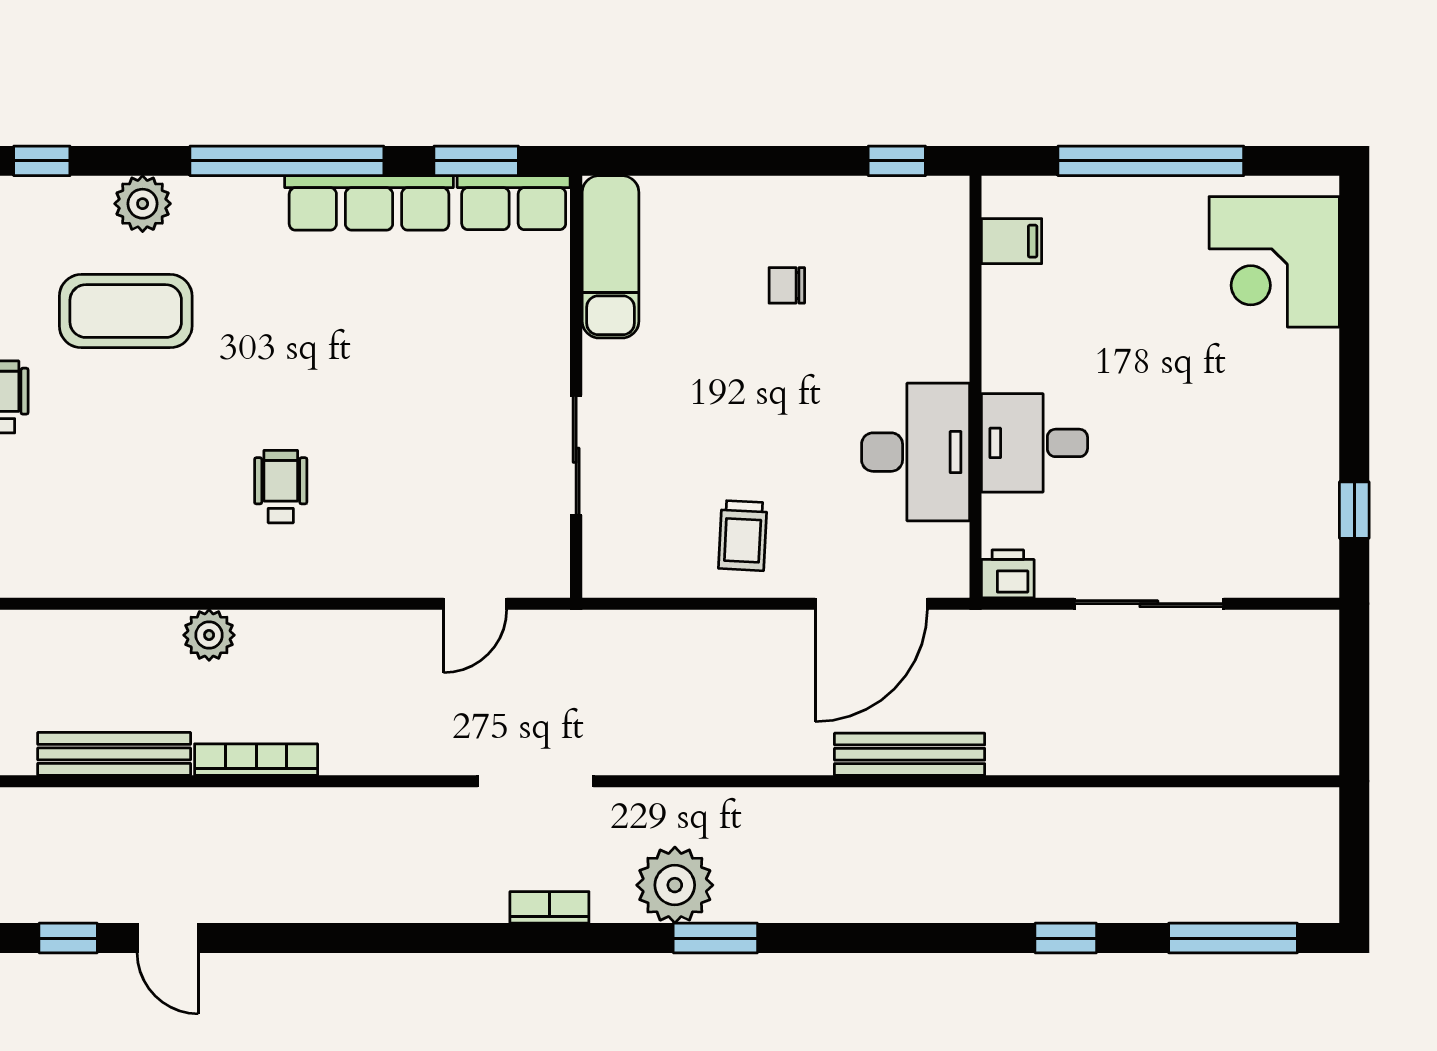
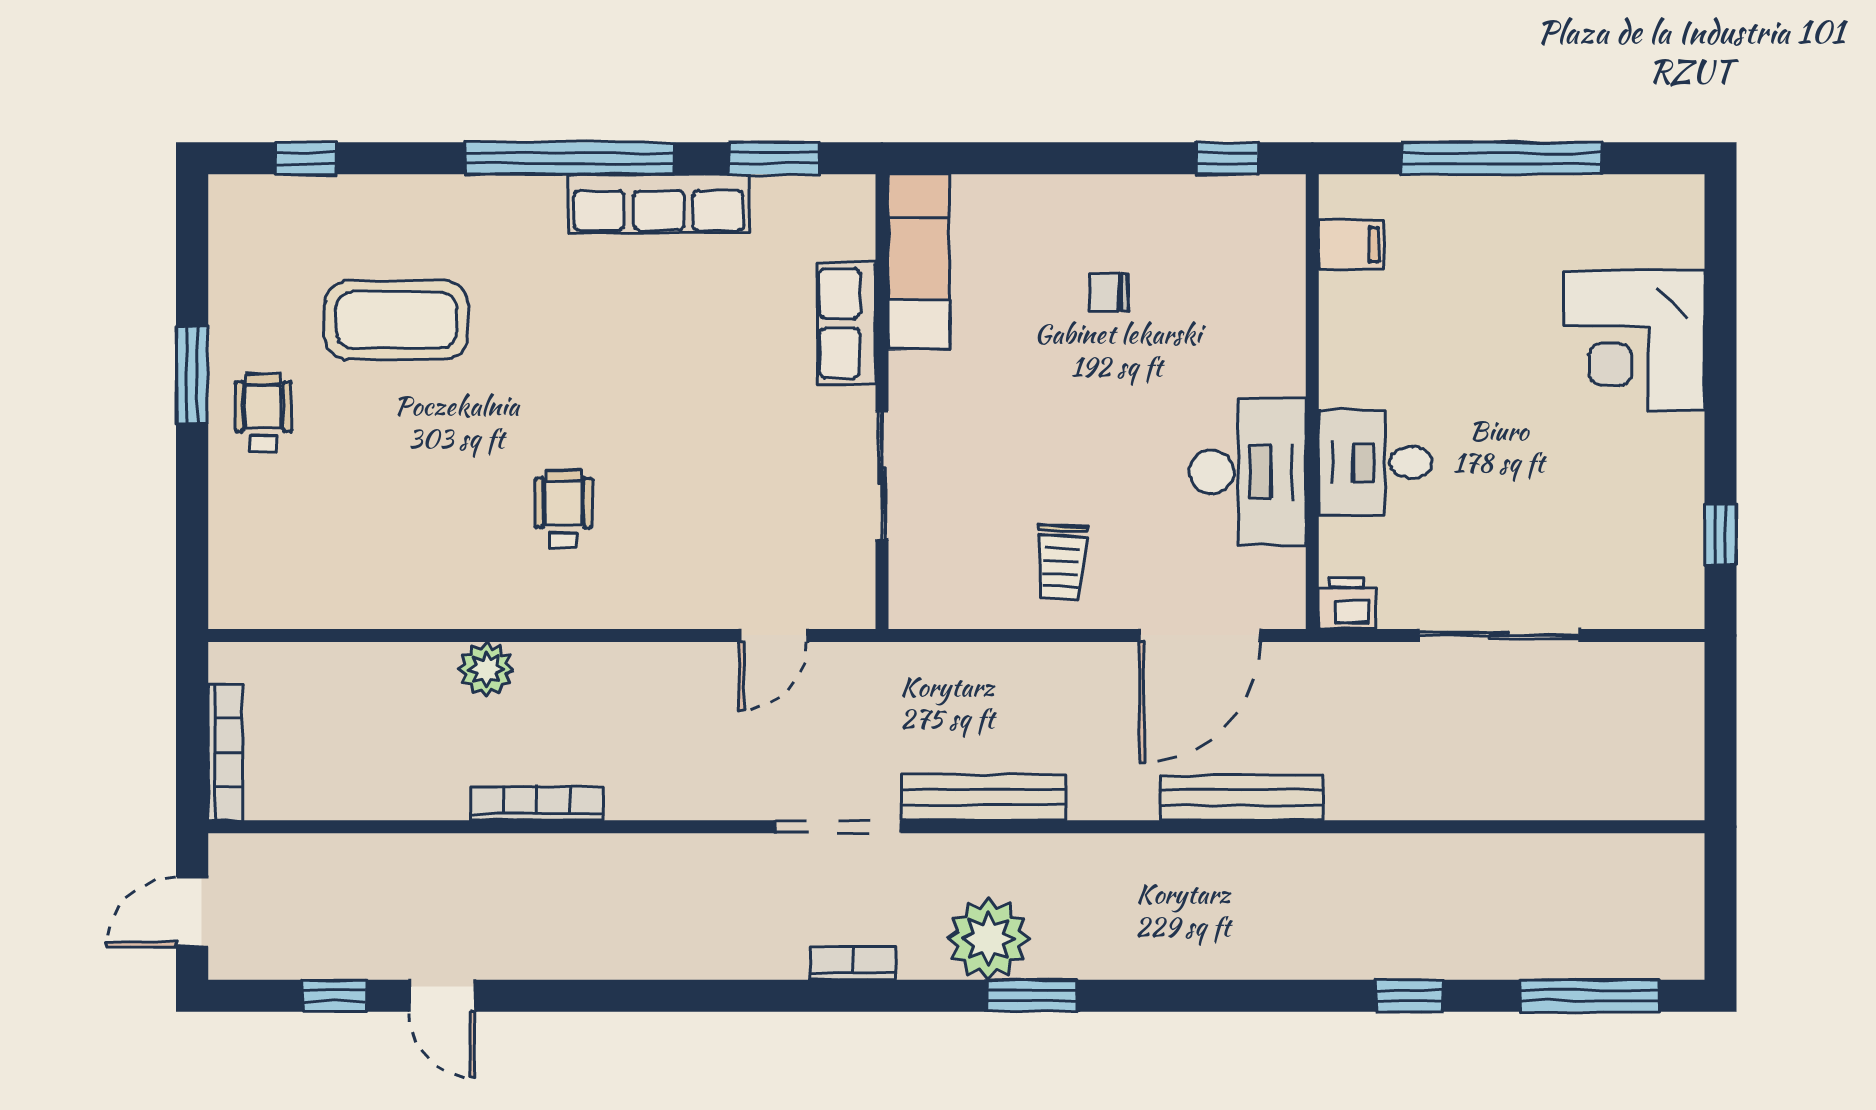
row of seats: (514, 203) -> (846, 323), moved, turned 90
plant: (143, 204) -> (415, 204), removed
corner desk: (1274, 262) -> (1634, 341), moved
bench: (114, 754) -> (984, 797), moved

